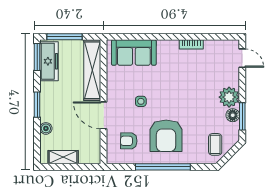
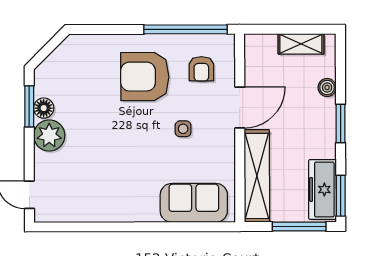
bookcase: (191, 44) -> (107, 215), removed
door: (104, 115) -> (240, 108), hinge flipped
armchair: (166, 136) -> (145, 77), turned -90
armchair: (129, 141) -> (201, 69), turned 89
coffee table: (215, 144) -> (70, 64), removed
window: (163, 167) -> (186, 29), moved

